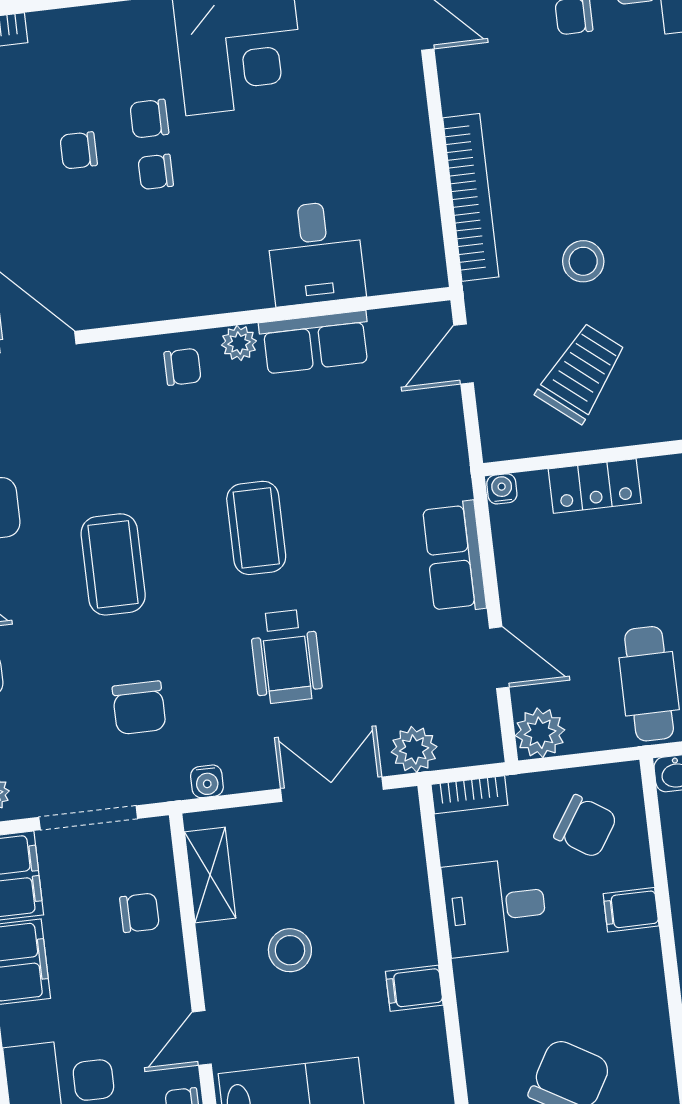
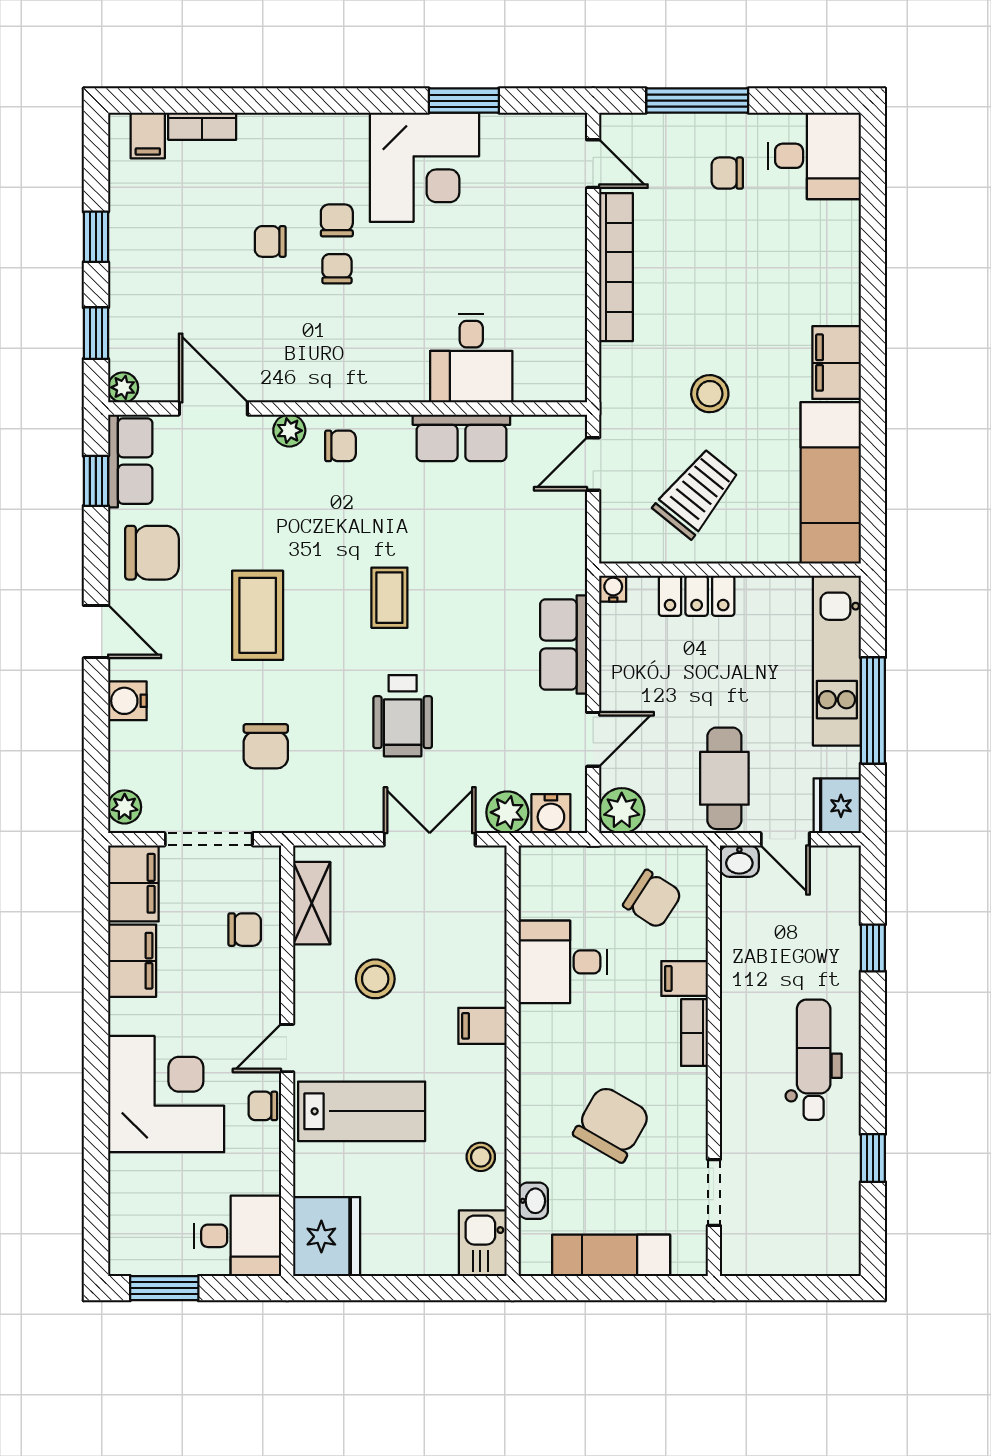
chair: (149, 119) -> (337, 220), turned 90
chair: (156, 172) -> (337, 269), turned 90
bookcase: (471, 197) -> (616, 267), moved
plant: (239, 343) -> (289, 431), moved
coffee table: (256, 528) -> (389, 598), width x0.73, depth x0.77
door: (499, 658) -> (593, 739), hinge flipped
water cooler: (207, 781) -> (551, 814), moved, width x1.38, depth x1.38
bookcase: (469, 795) -> (694, 1033), moved, turned 90

